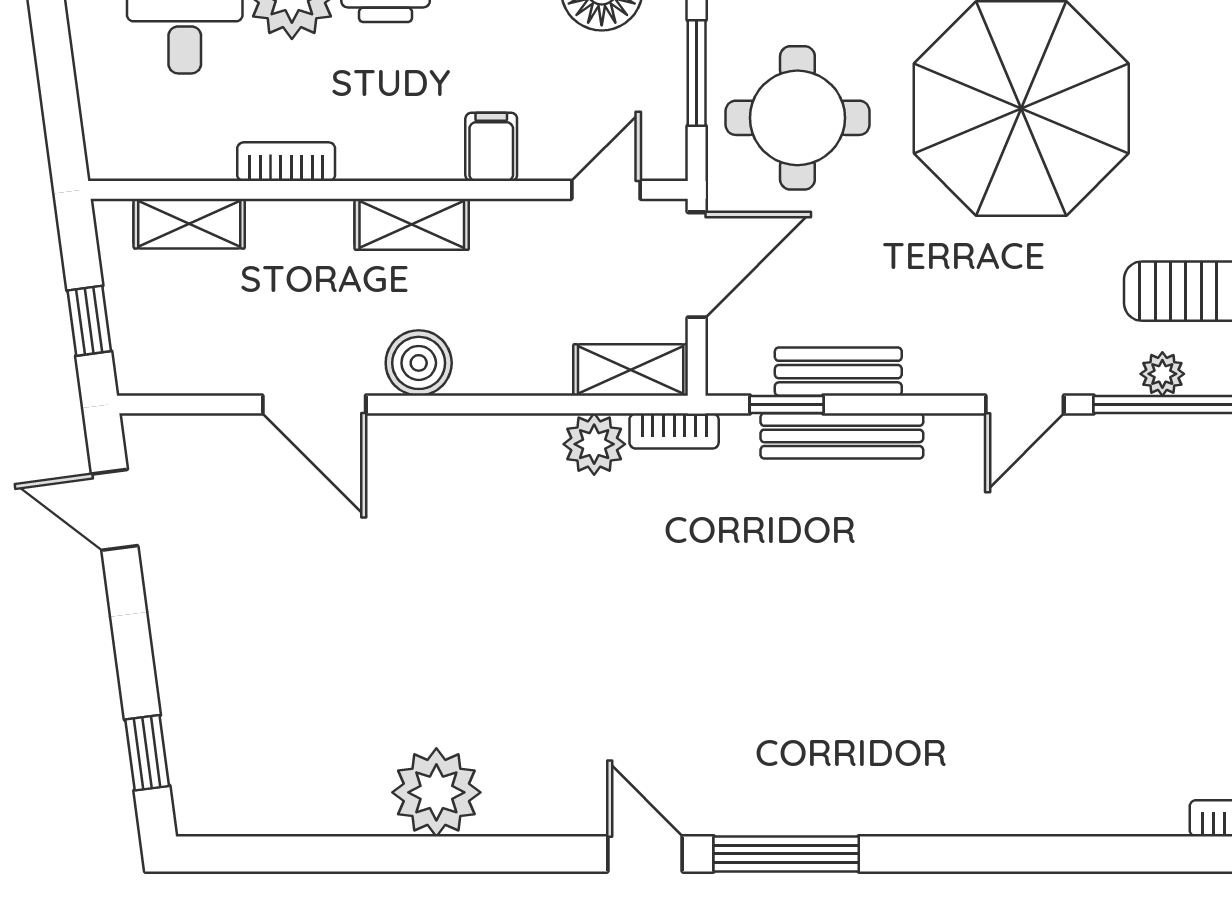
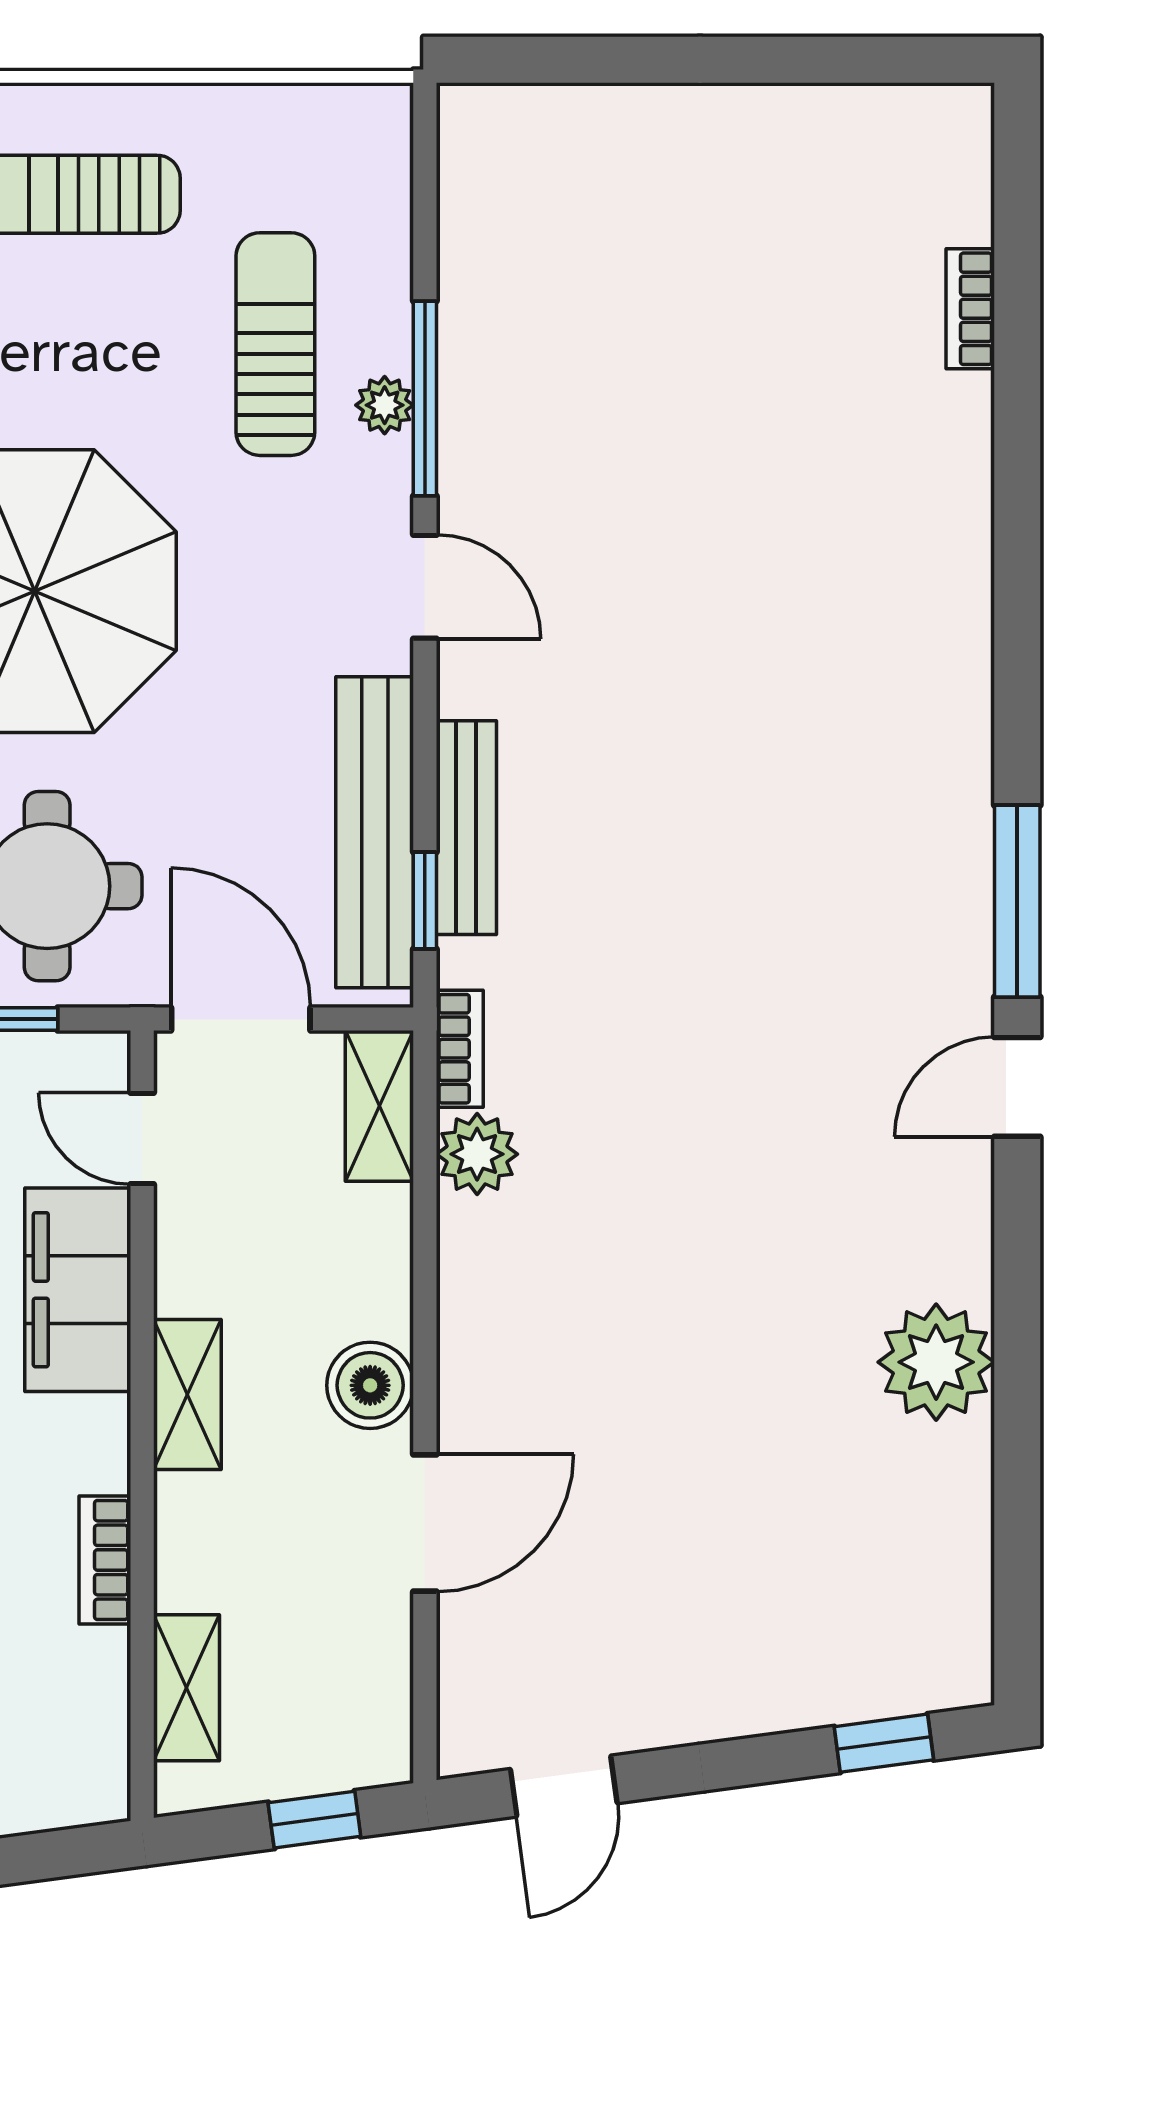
filing cabinet: (491, 147) -> (78, 1290), width x3.00, depth x1.17
bench: (838, 372) -> (375, 832), width x1.86, depth x1.21

